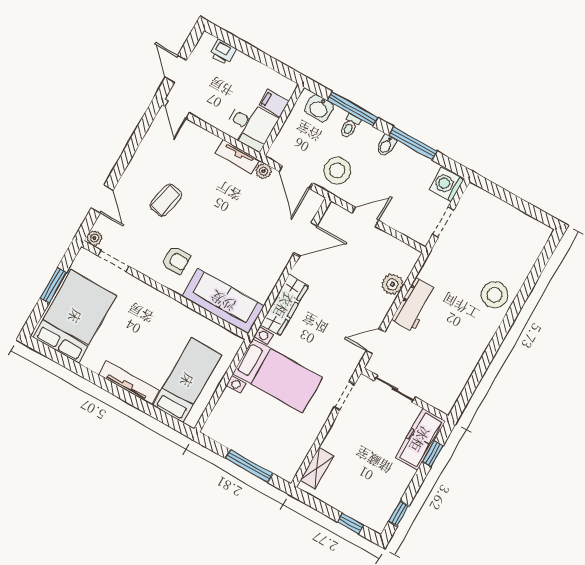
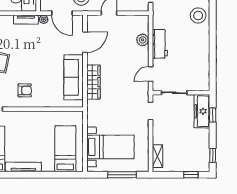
sofa: (223, 301) -> (74, 77), moved, turned -90
bed with nightstands: (278, 376) -> (110, 147), moved
tv unit: (129, 382) -> (23, 167), moved

